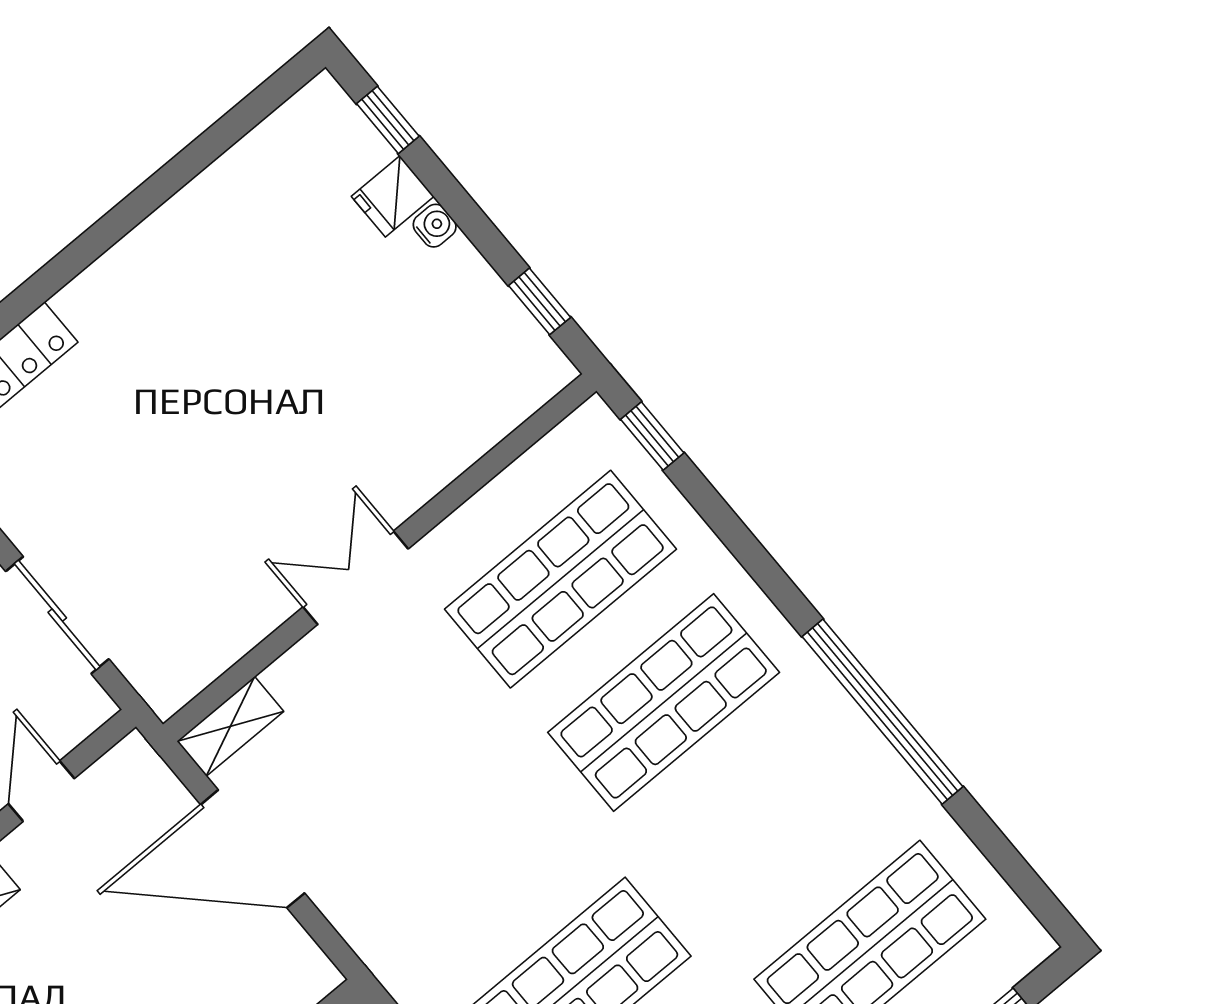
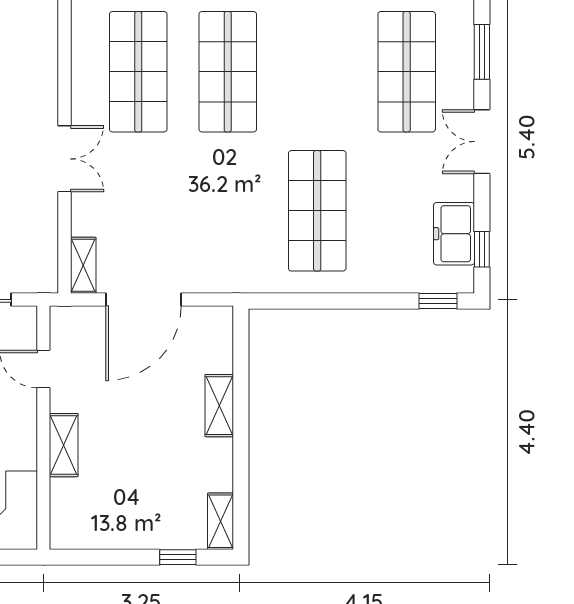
double door: (356, 578) -> (64, 159), swing flipped

